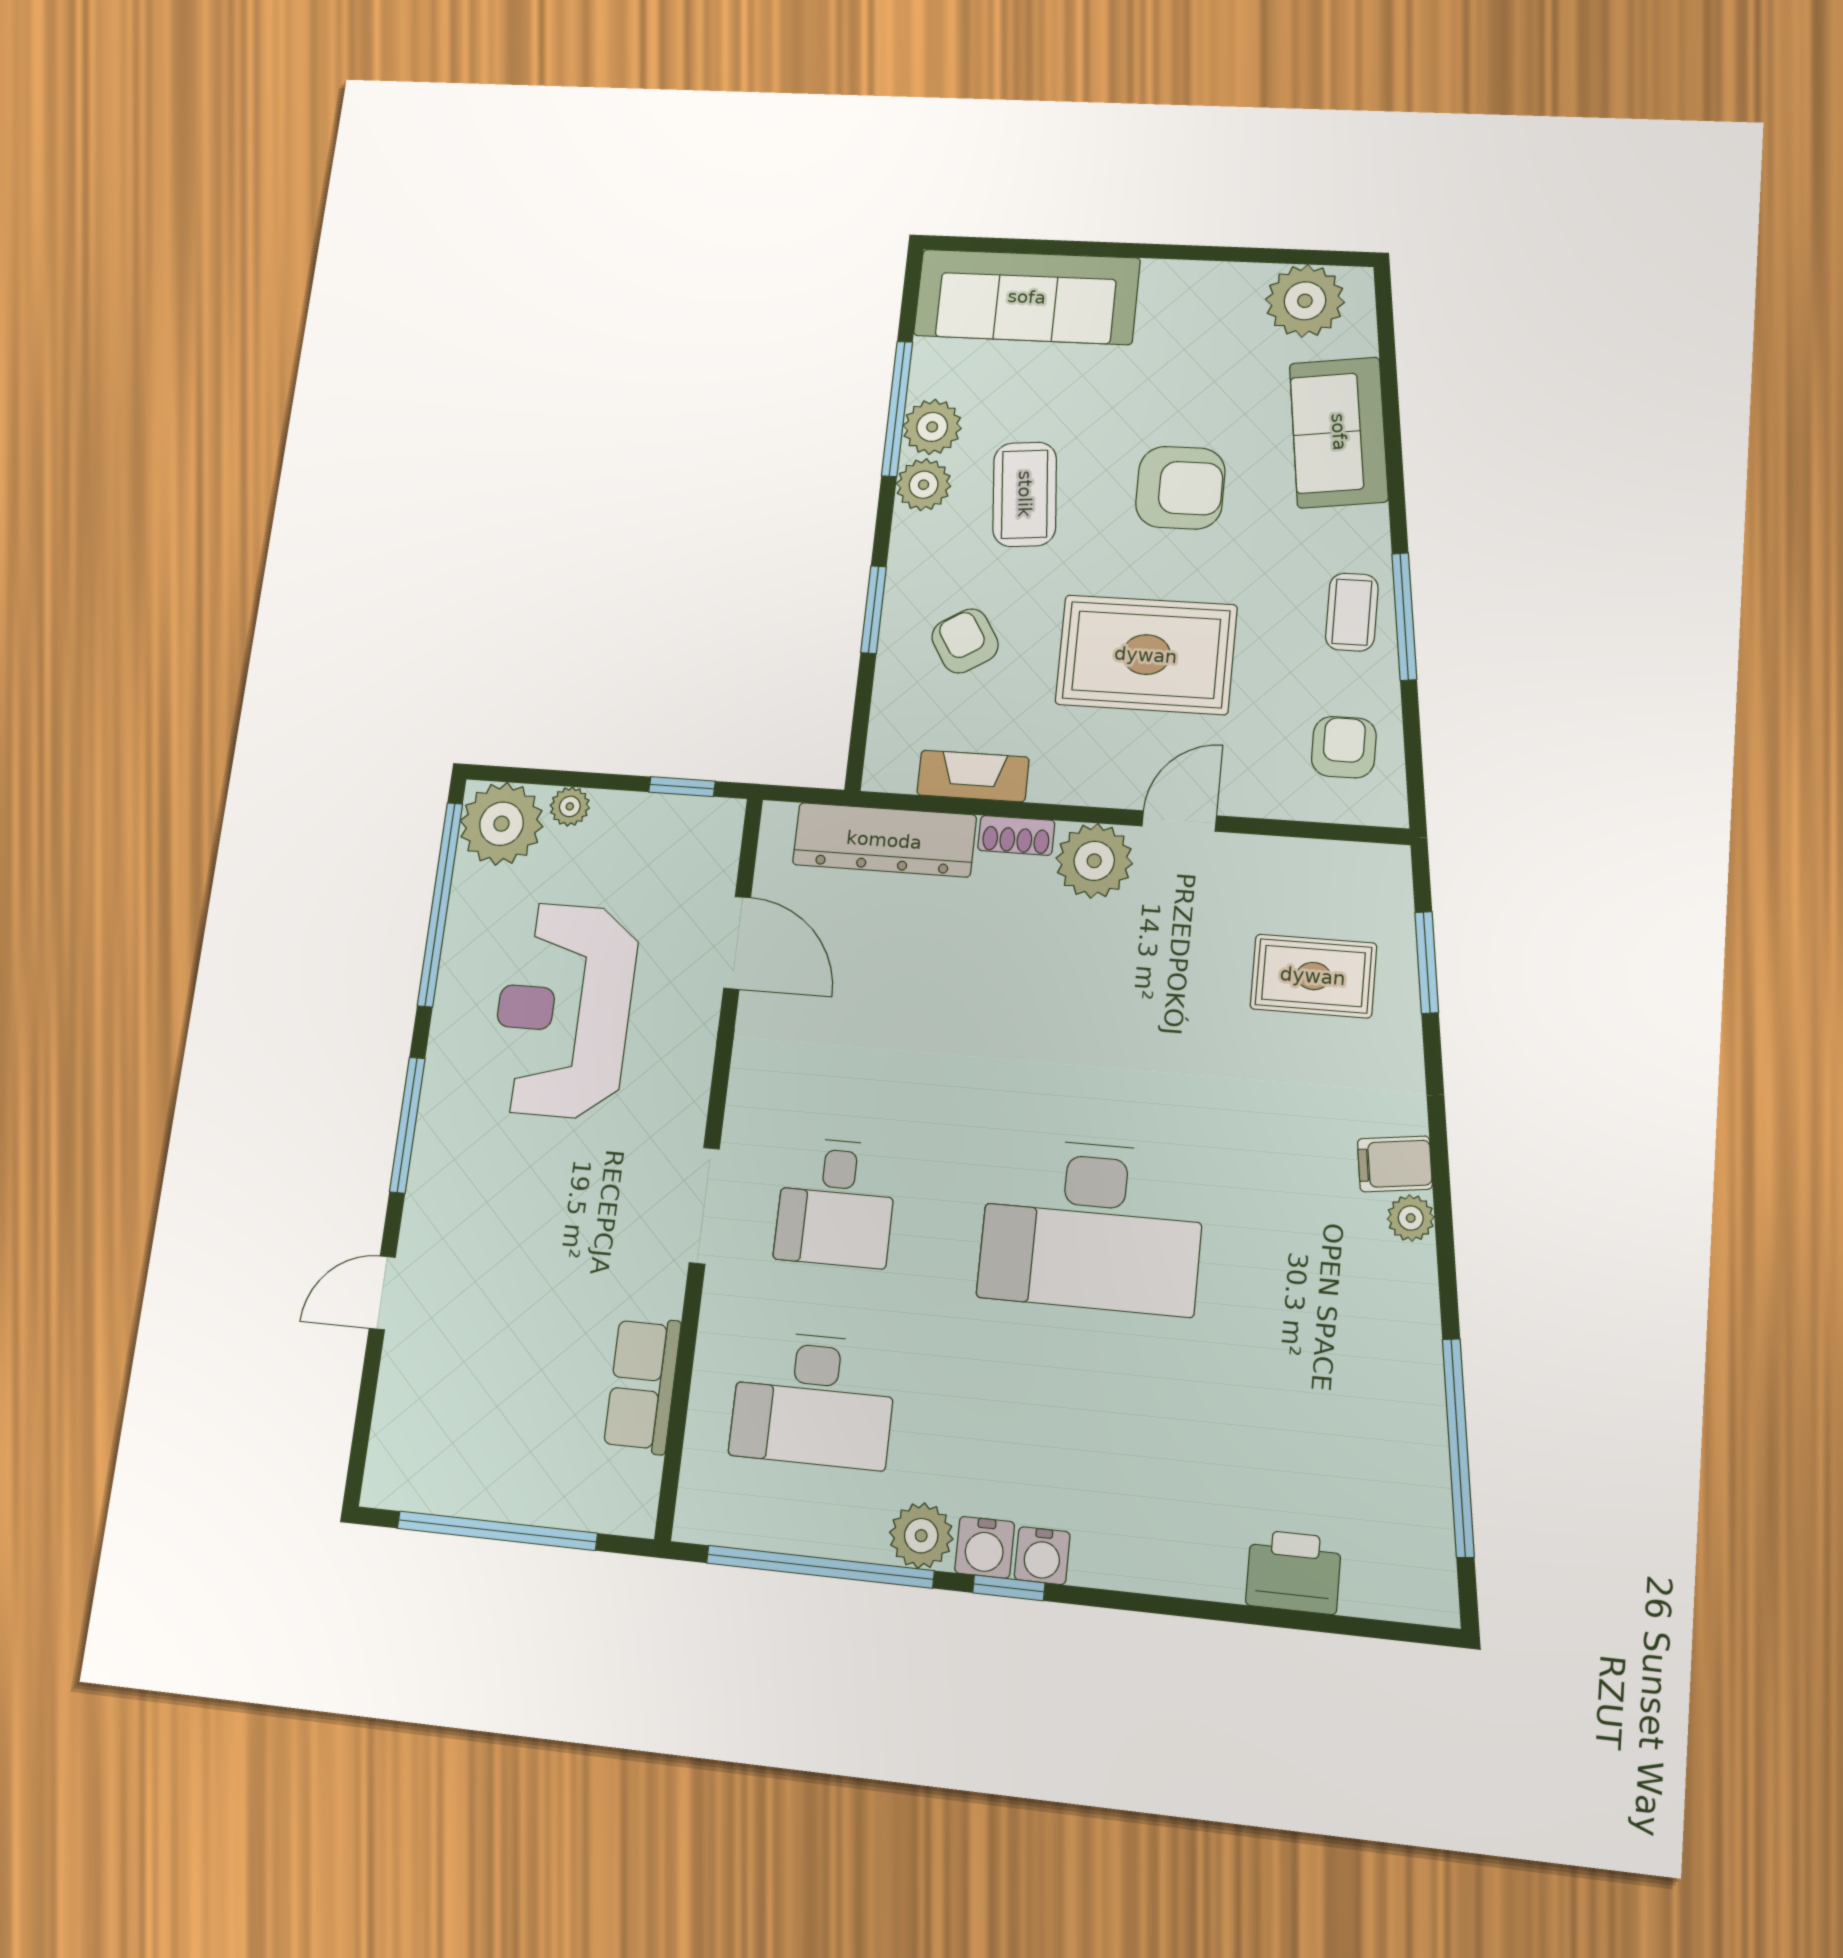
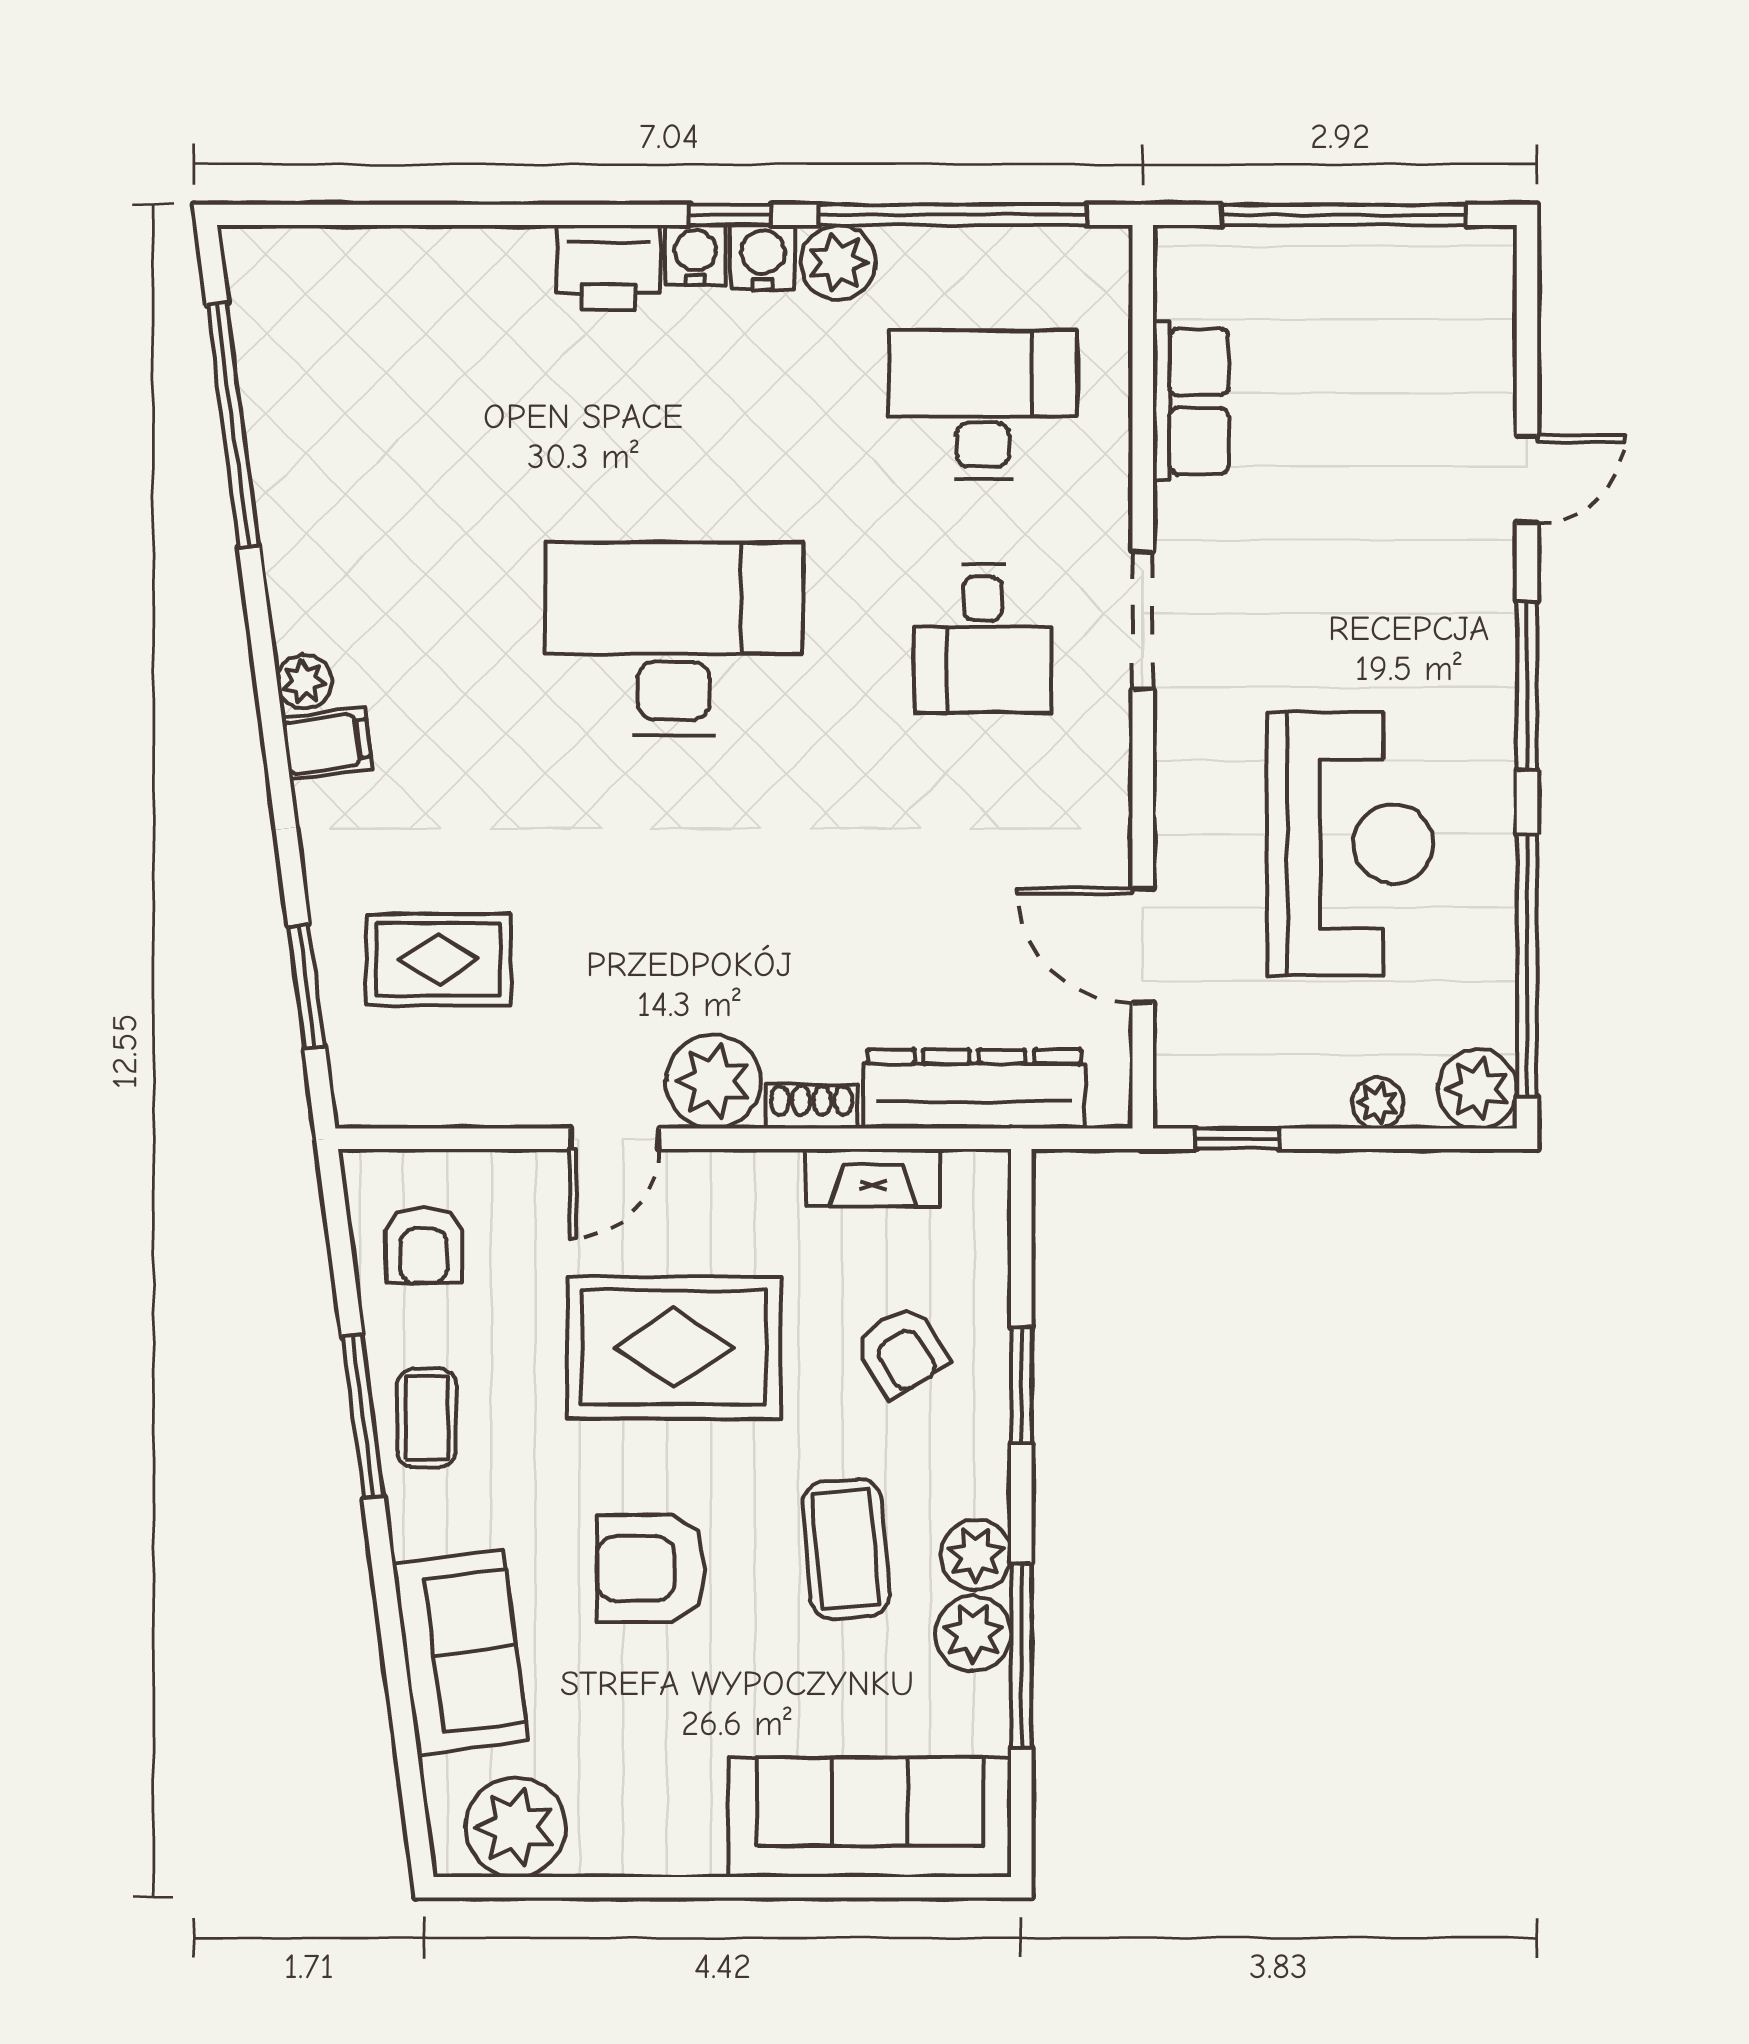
plant: (501, 824) -> (1477, 1089), width x0.73, depth x0.73
desk: (836, 1202) -> (983, 639), turned 180
printer: (1294, 1572) -> (609, 268), moved

